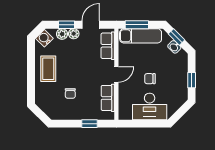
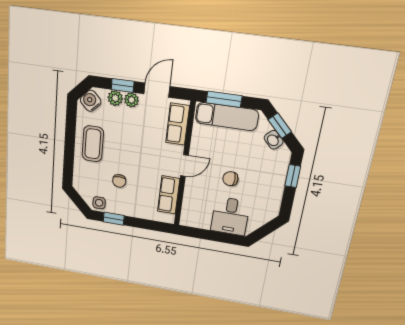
window: (192, 80) -> (293, 176), moved
desk: (150, 106) -> (230, 216), width x0.73
side table: (56, 113) -> (99, 203), added
window: (90, 124) -> (114, 219), moved

